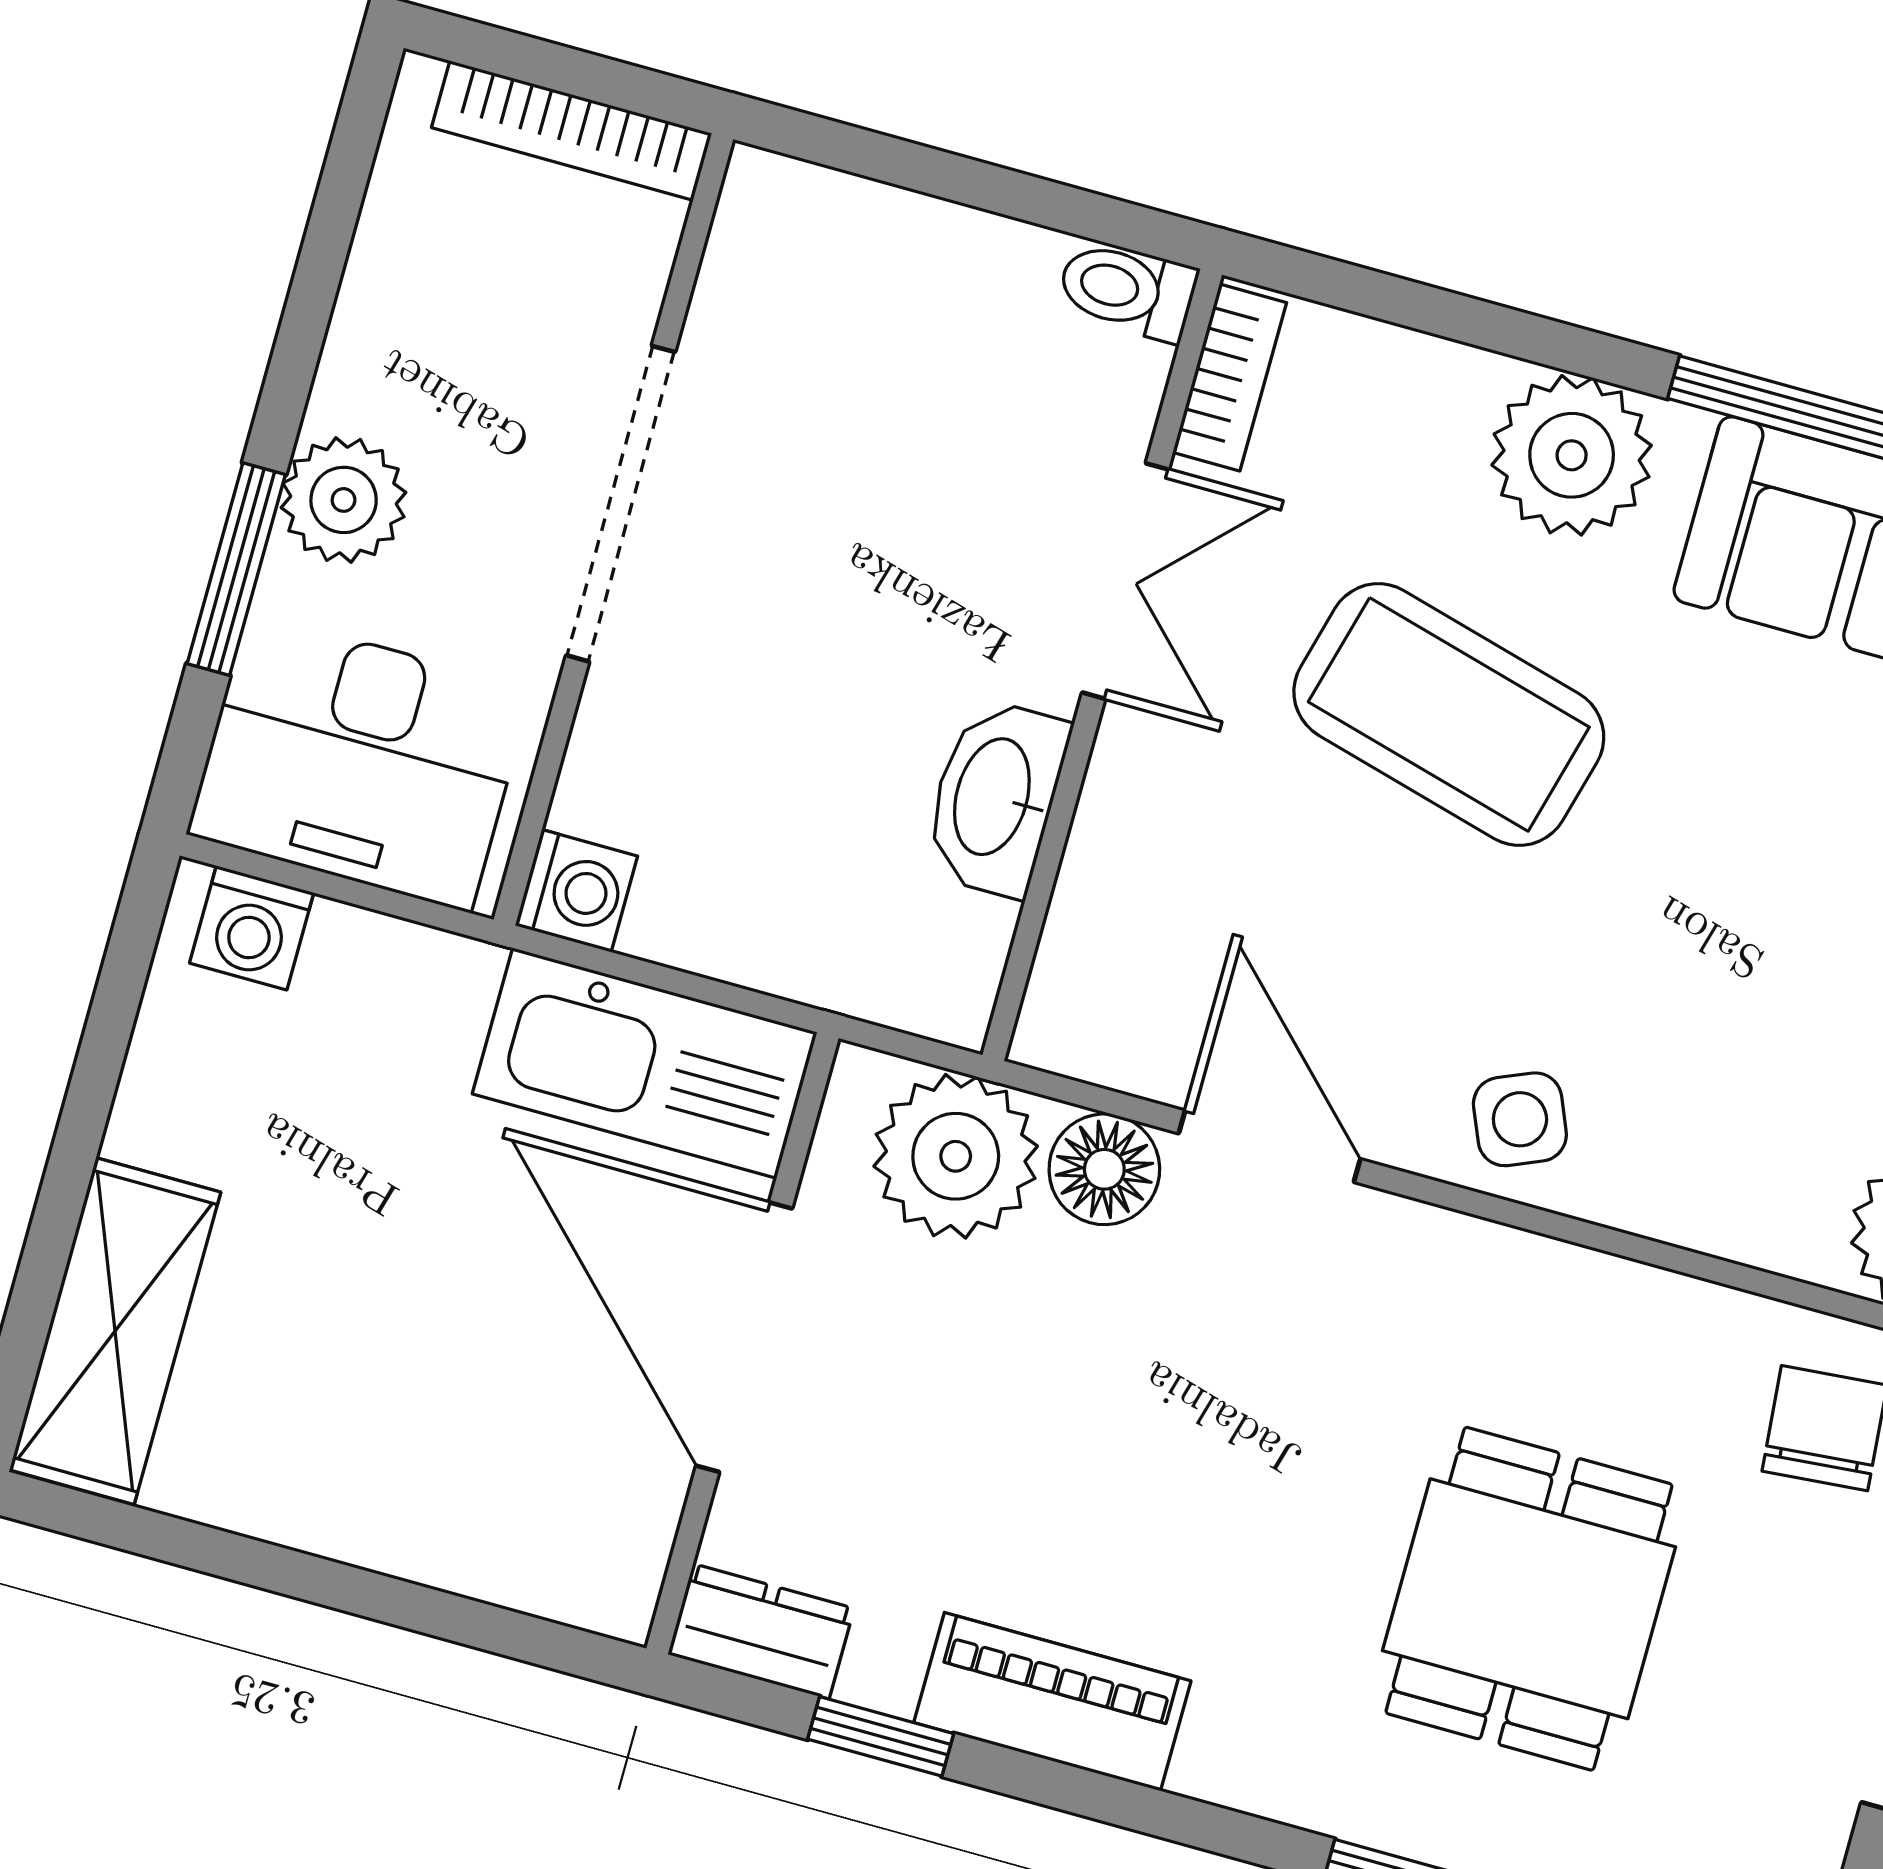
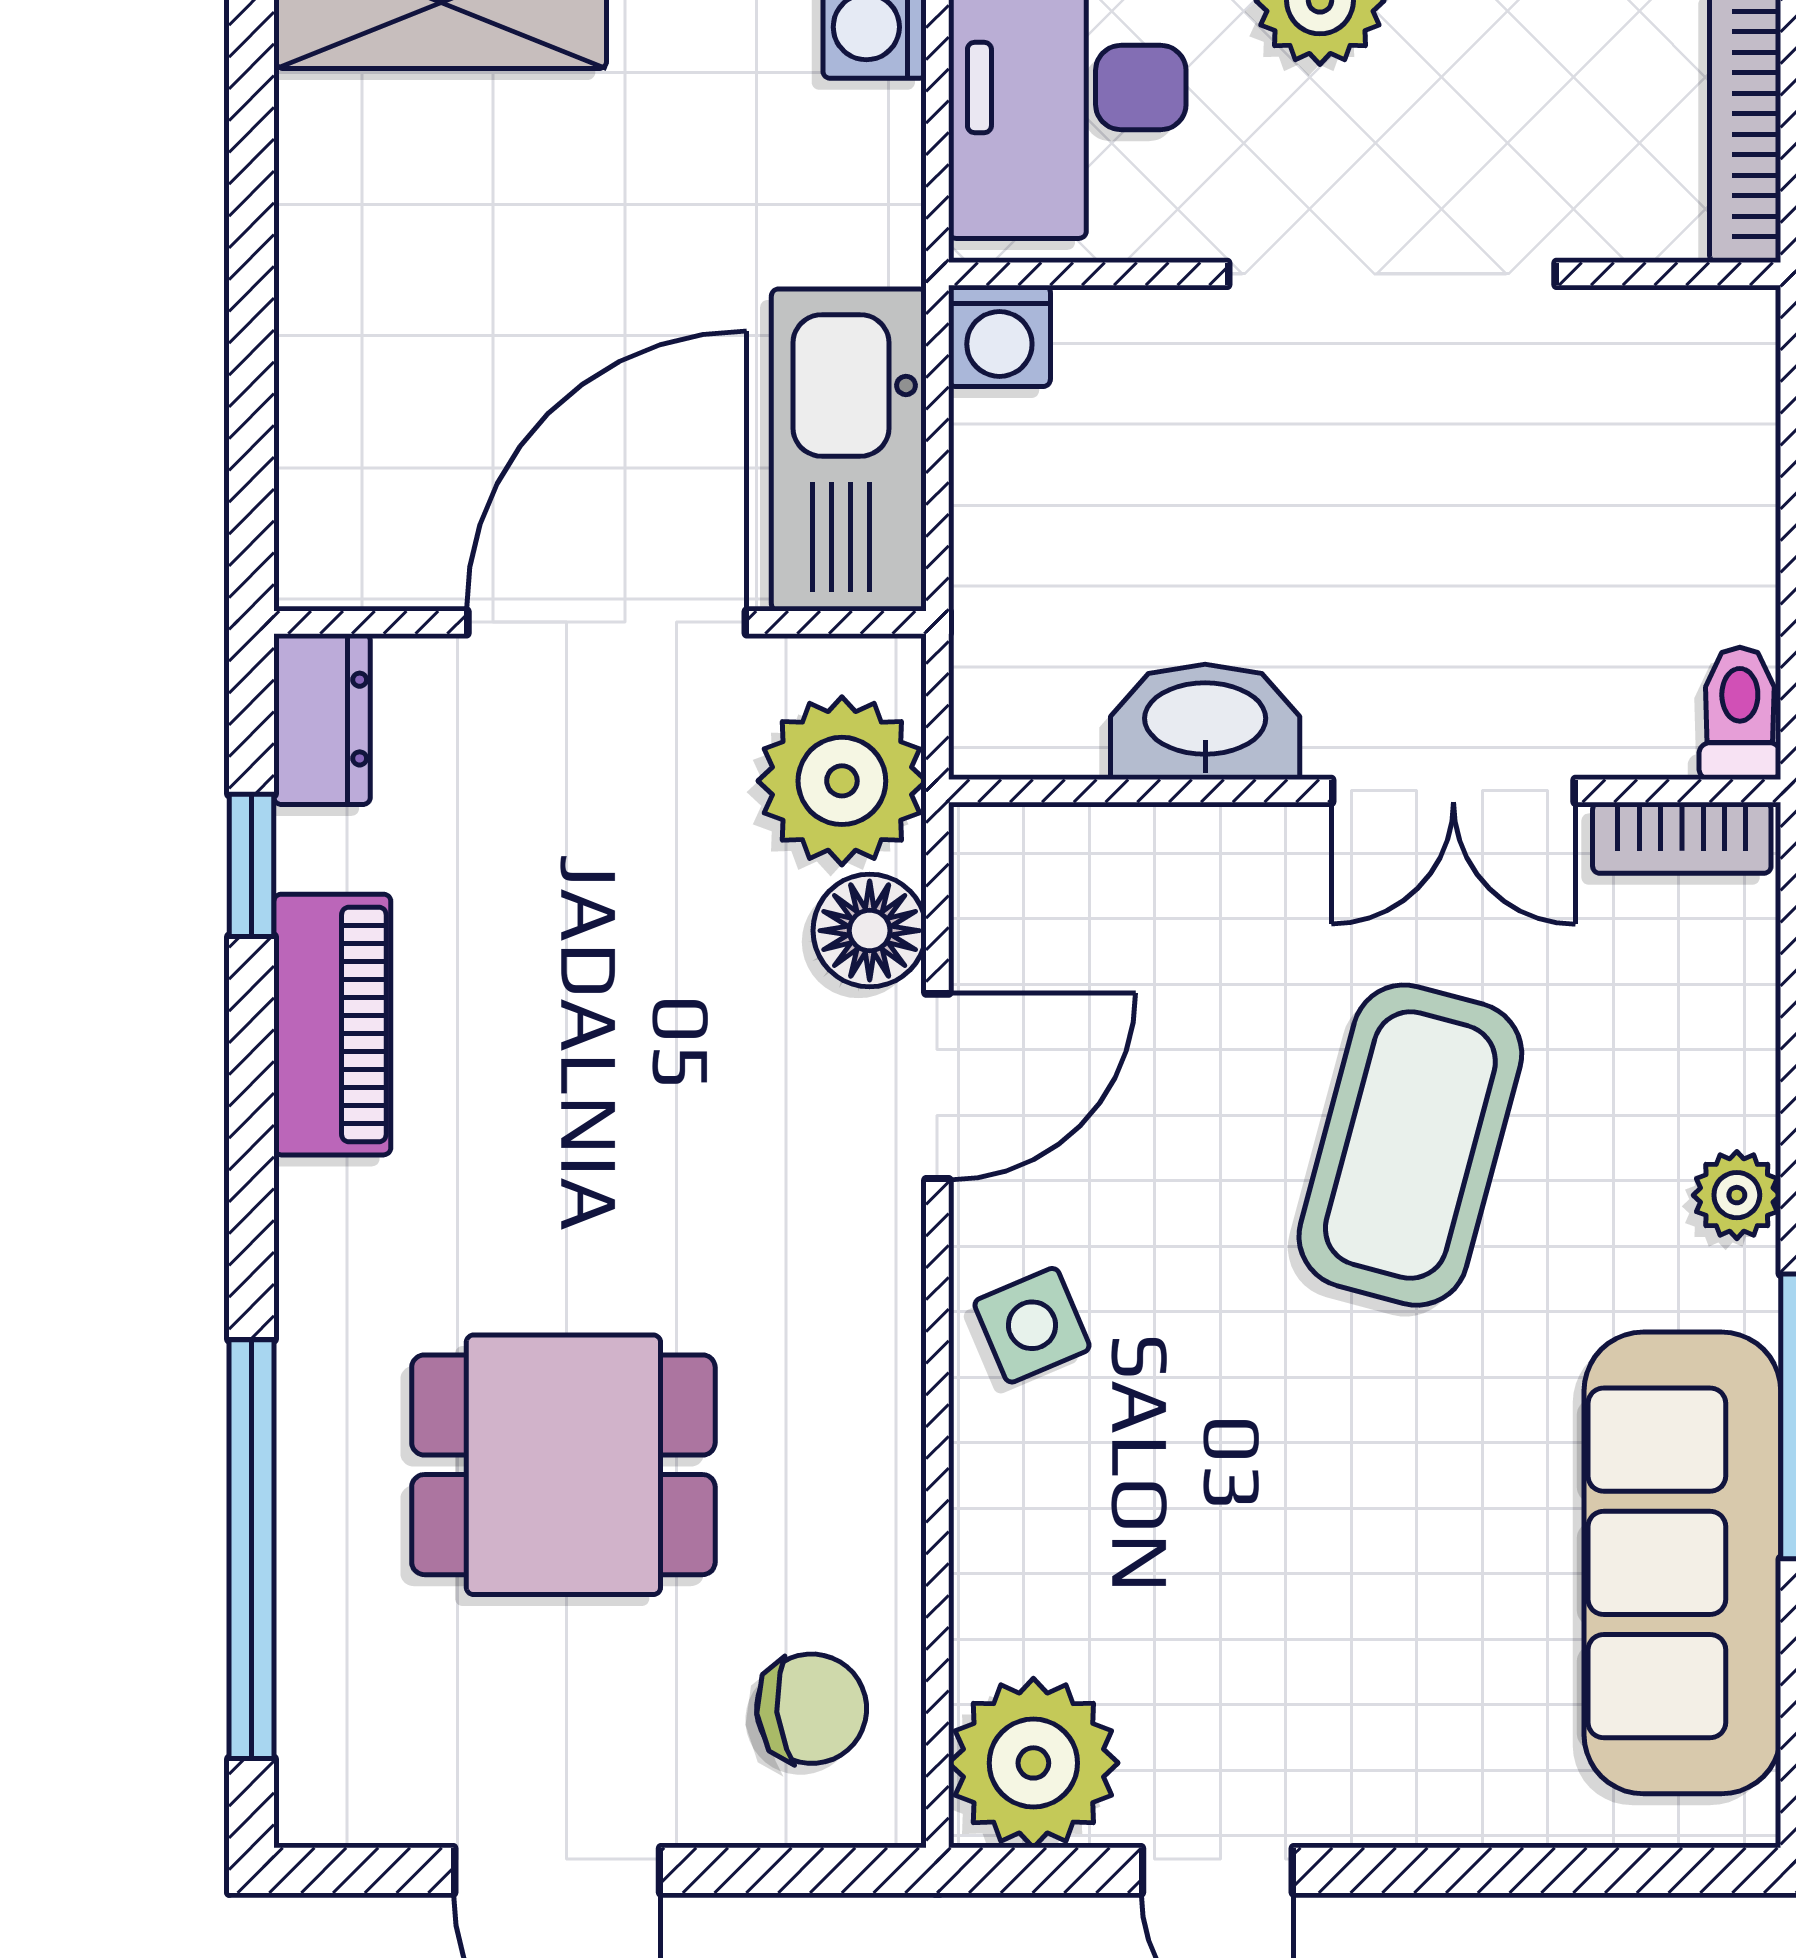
plant: (1572, 455) -> (1737, 1195), width x0.53, depth x0.53

